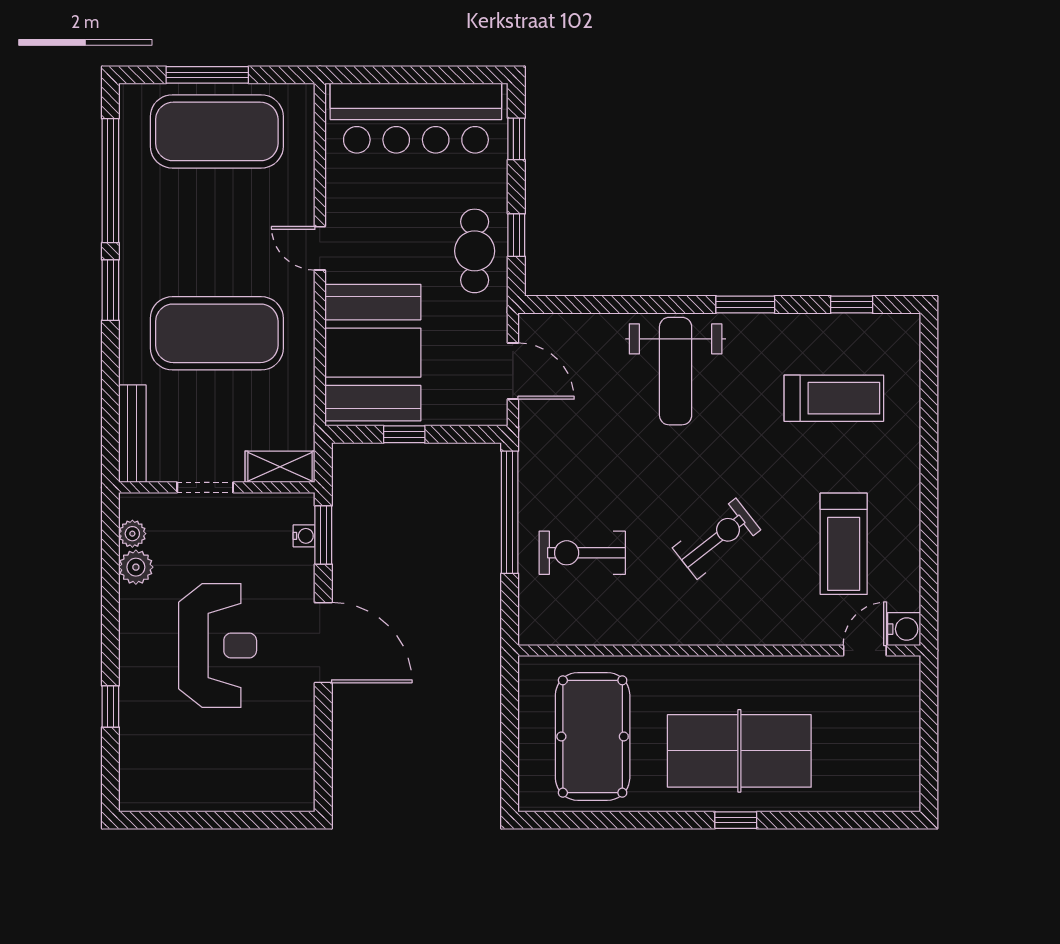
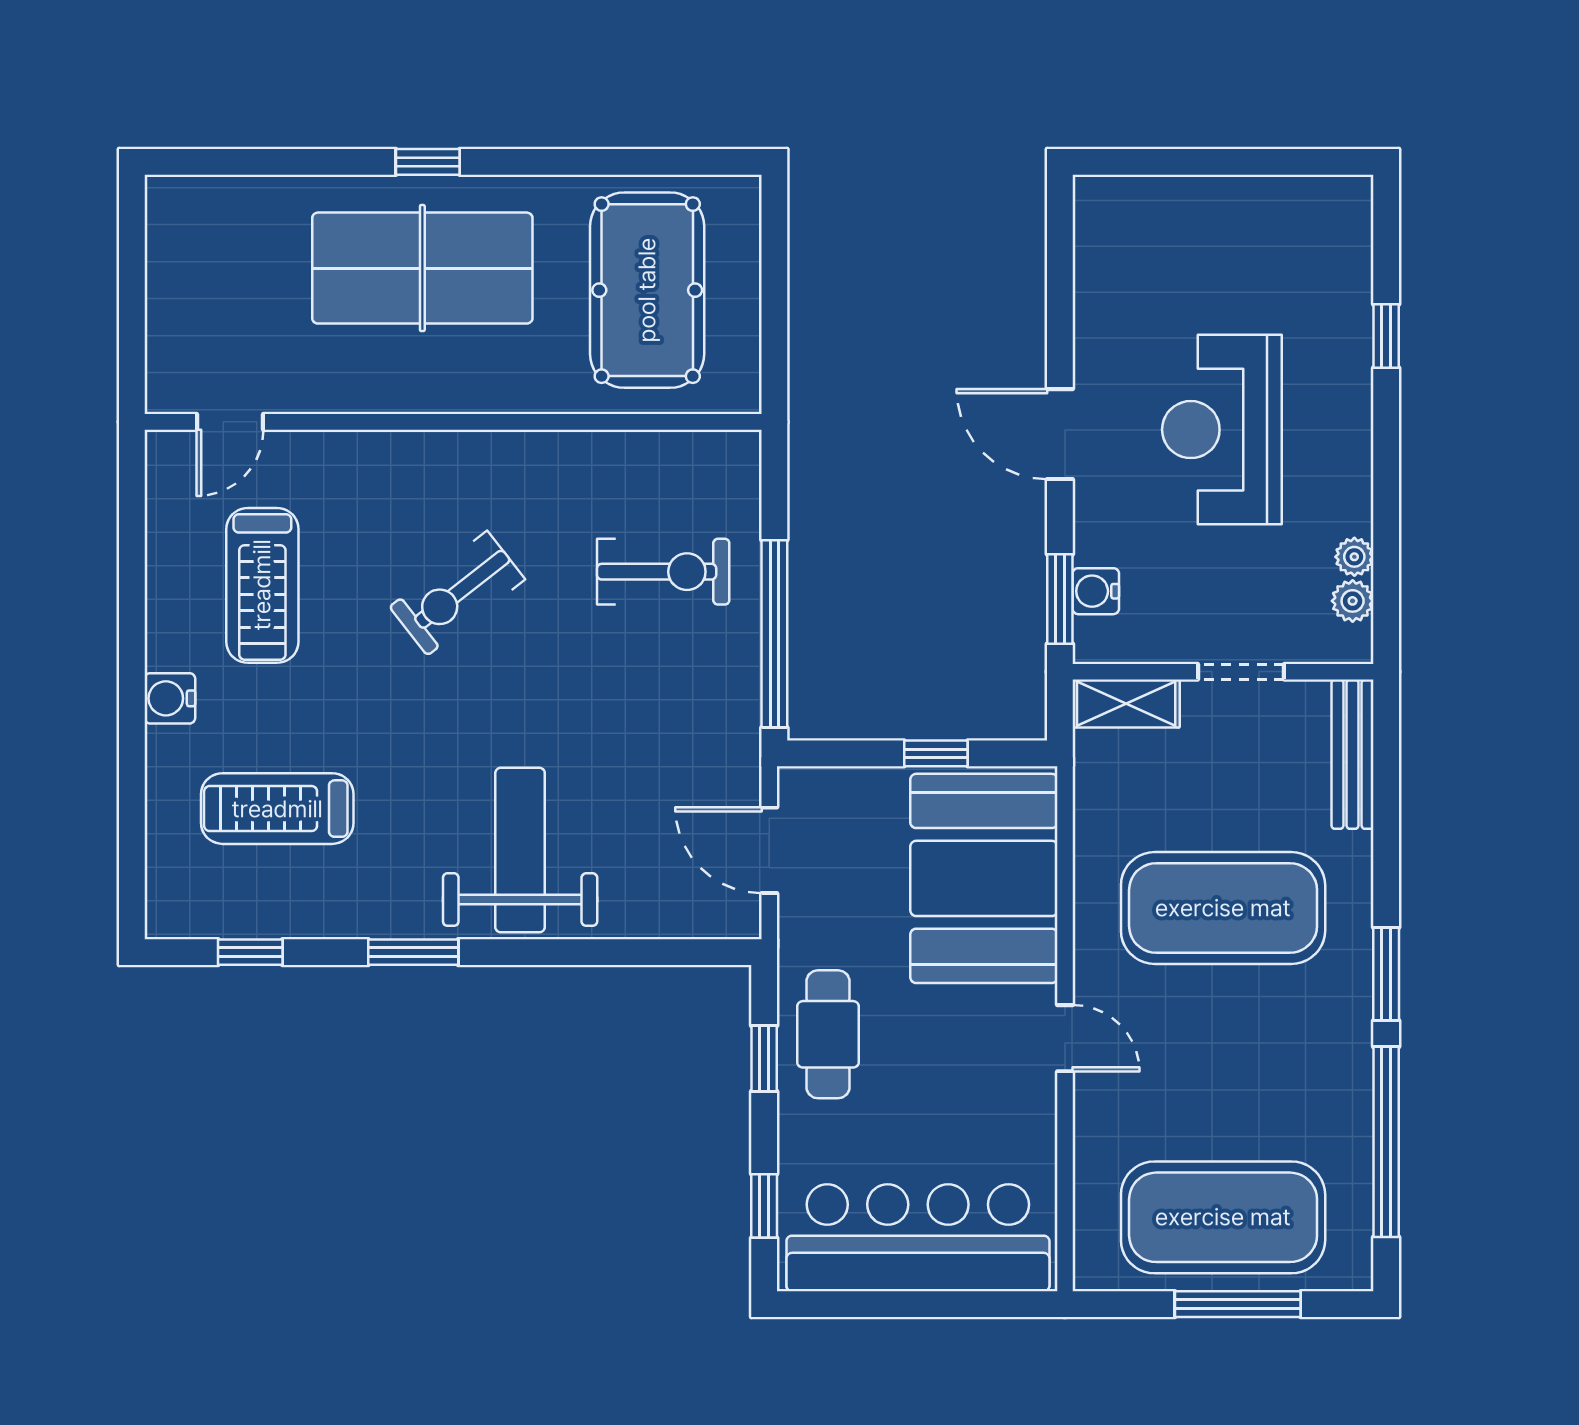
water cooler: (304, 536) -> (1096, 591), width x1.38, depth x1.38
treadmill: (844, 544) -> (262, 585), turned 180
plant: (136, 567) -> (1354, 557), width x0.73, depth x0.73
water cooler: (904, 629) -> (170, 698), moved
door: (323, 643) -> (1060, 434), width x0.73

